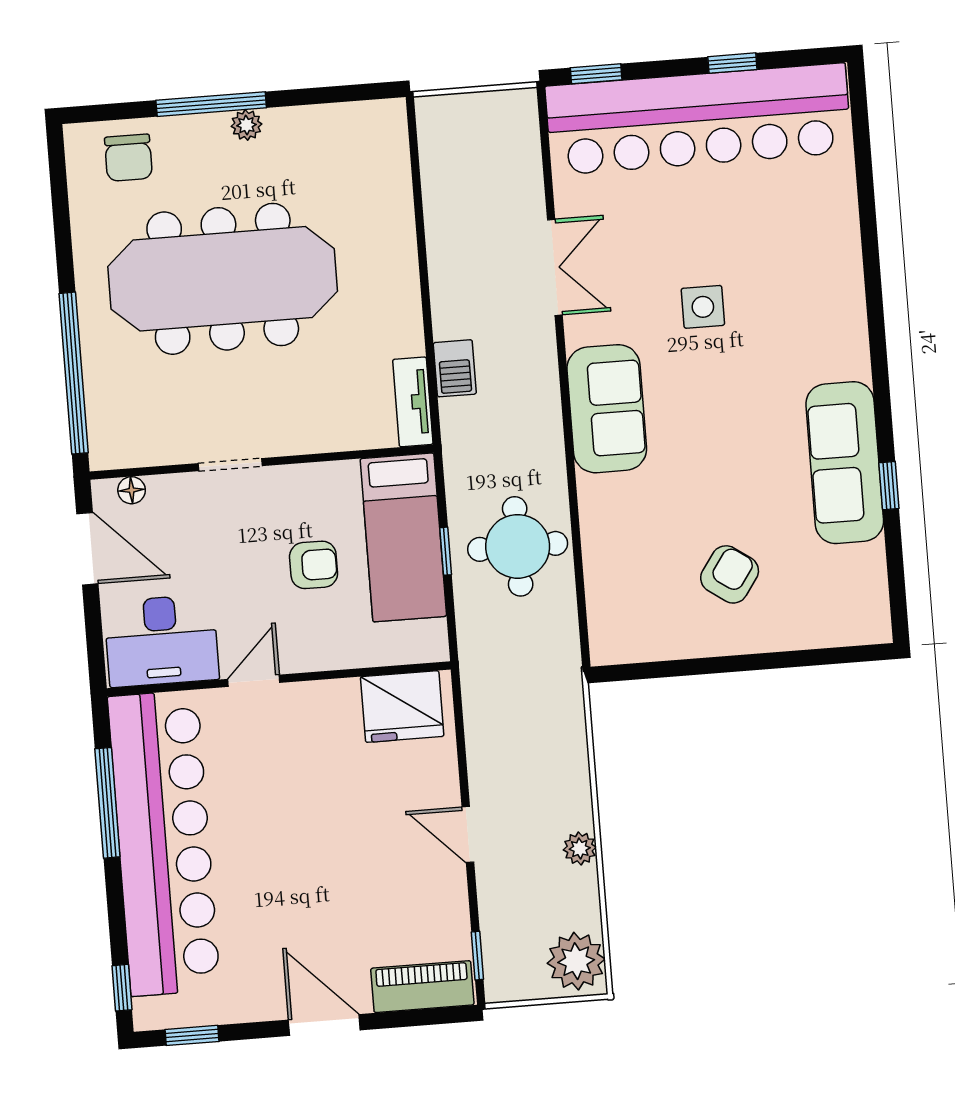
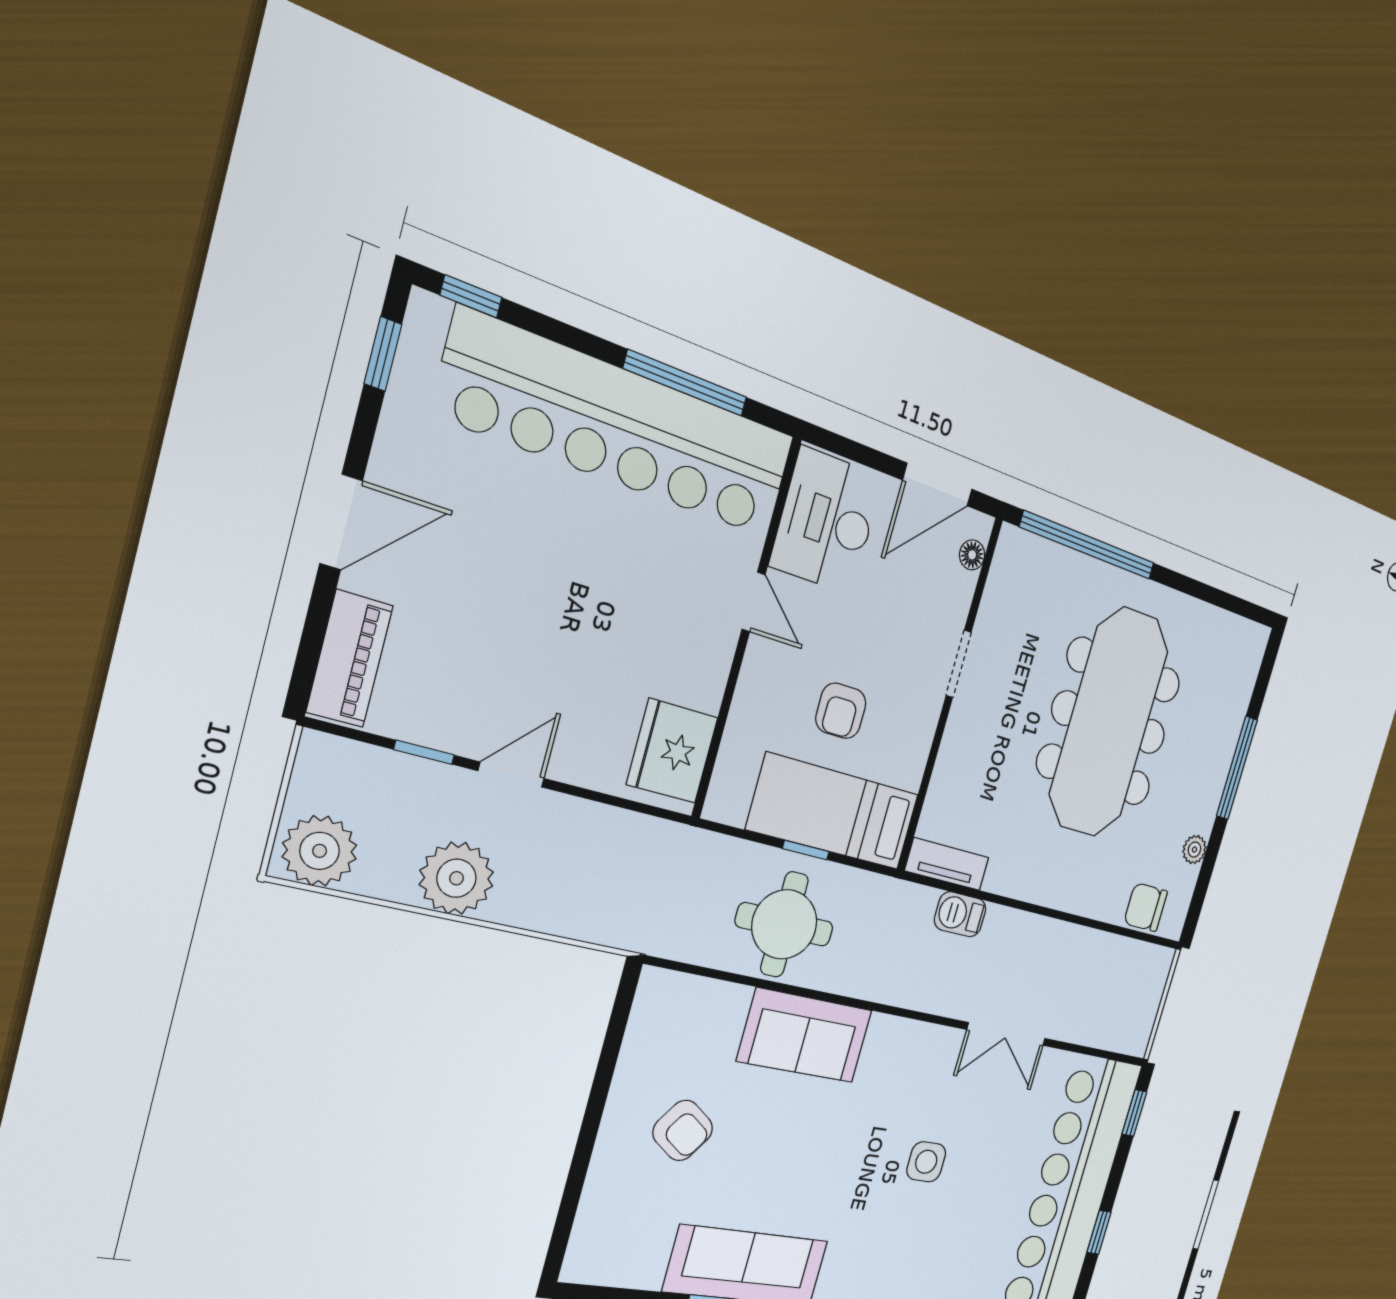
plant: (246, 125) -> (1194, 850), moved
chair: (128, 158) -> (1146, 907), moved
sofa: (607, 409) -> (805, 1036), moved
plant: (580, 848) -> (457, 878), width x1.87, depth x1.87
window: (477, 956) -> (424, 752), moved

